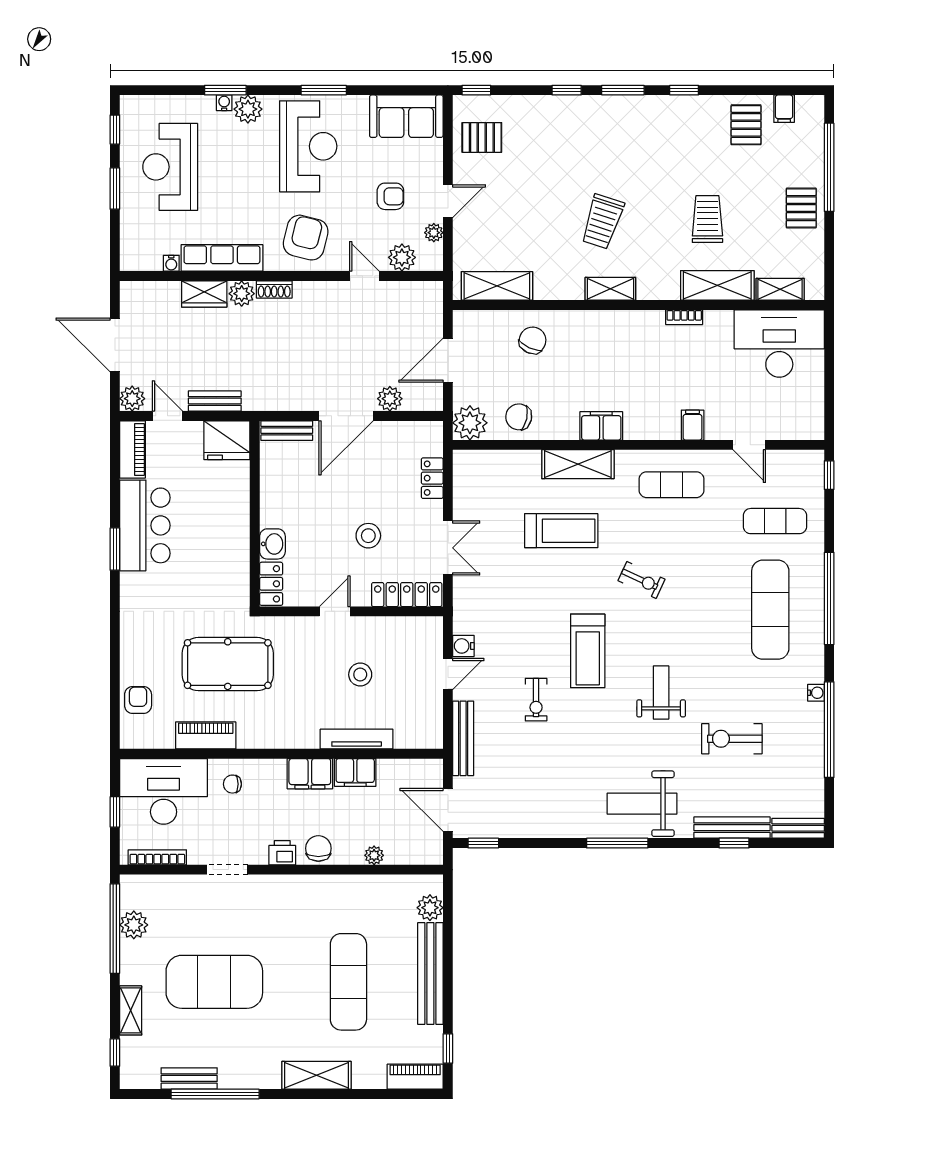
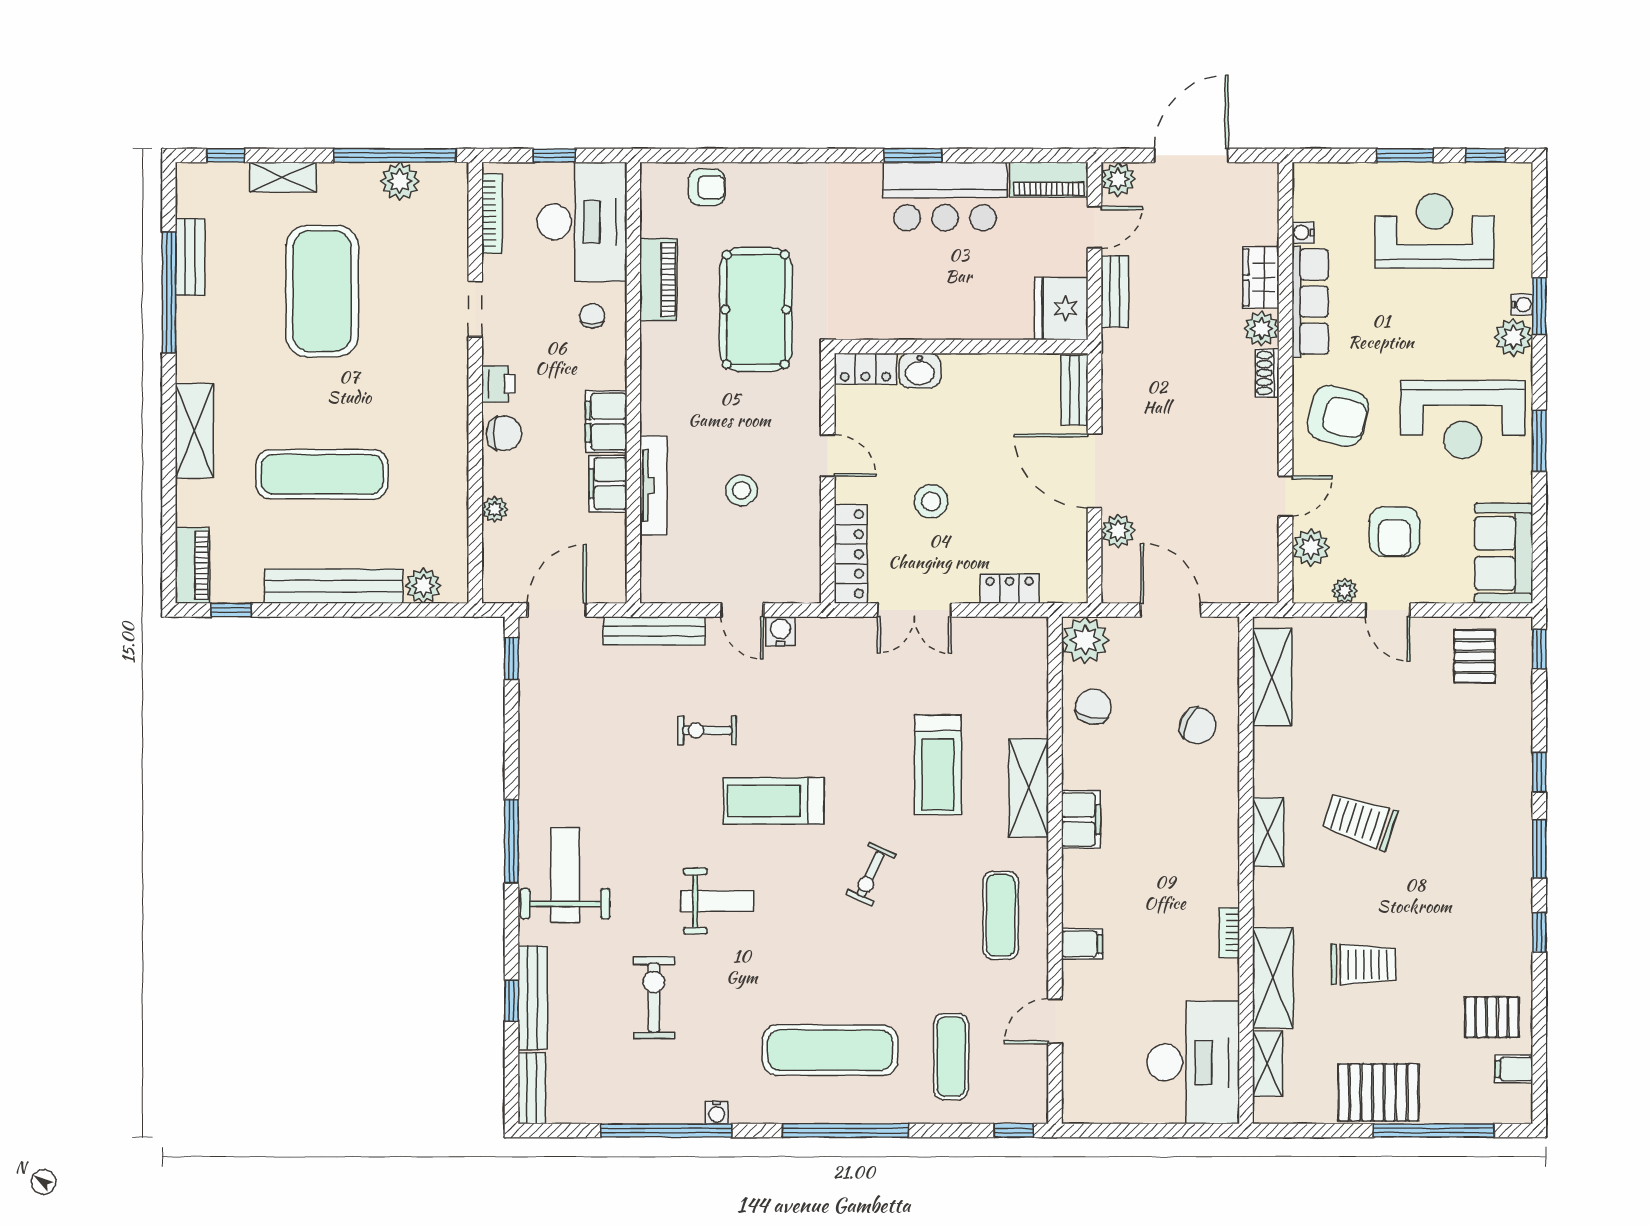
armchair: (390, 196) -> (1394, 532), width x1.38, depth x1.38
pallet: (801, 208) -> (1378, 1092), width x1.50, depth x1.42

